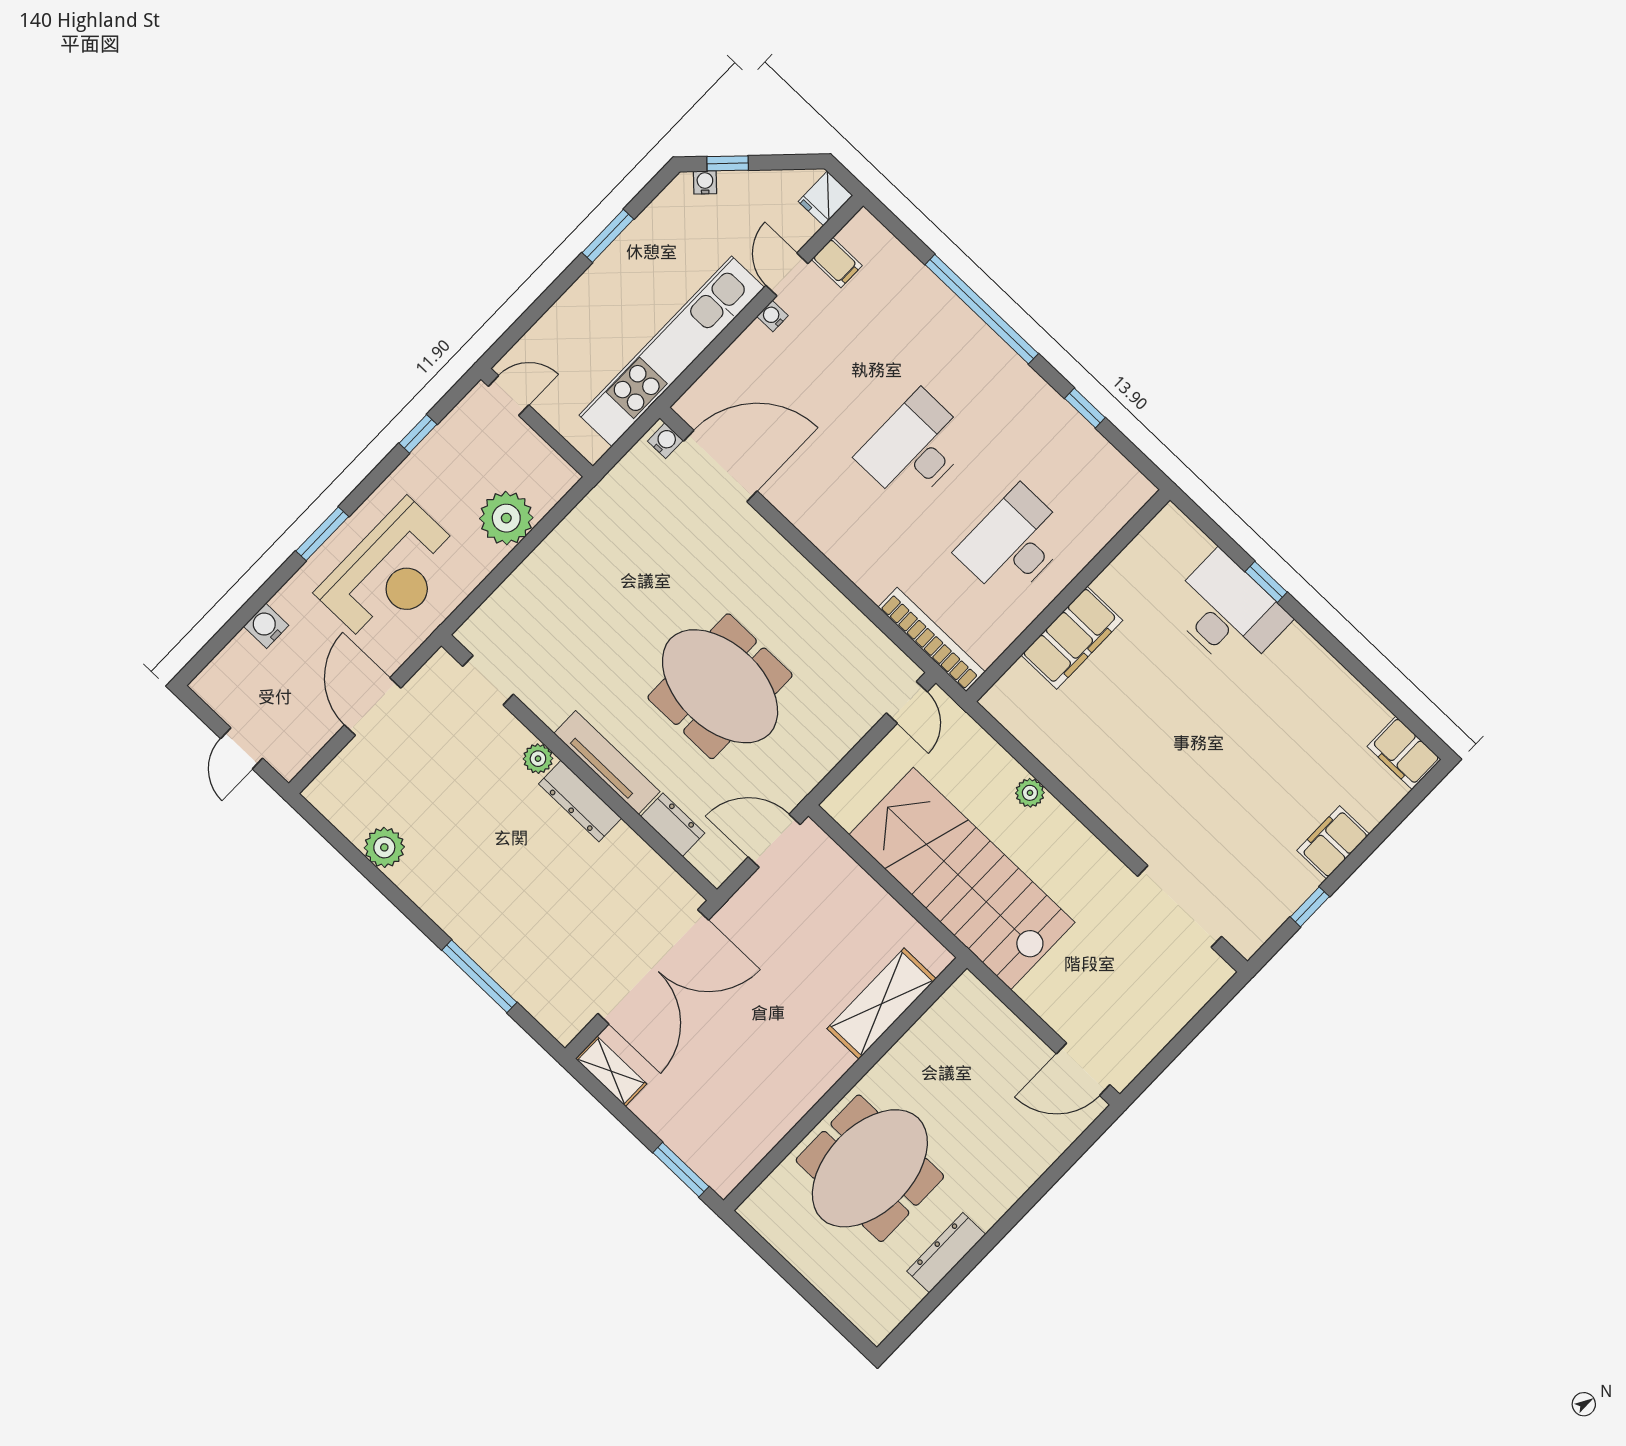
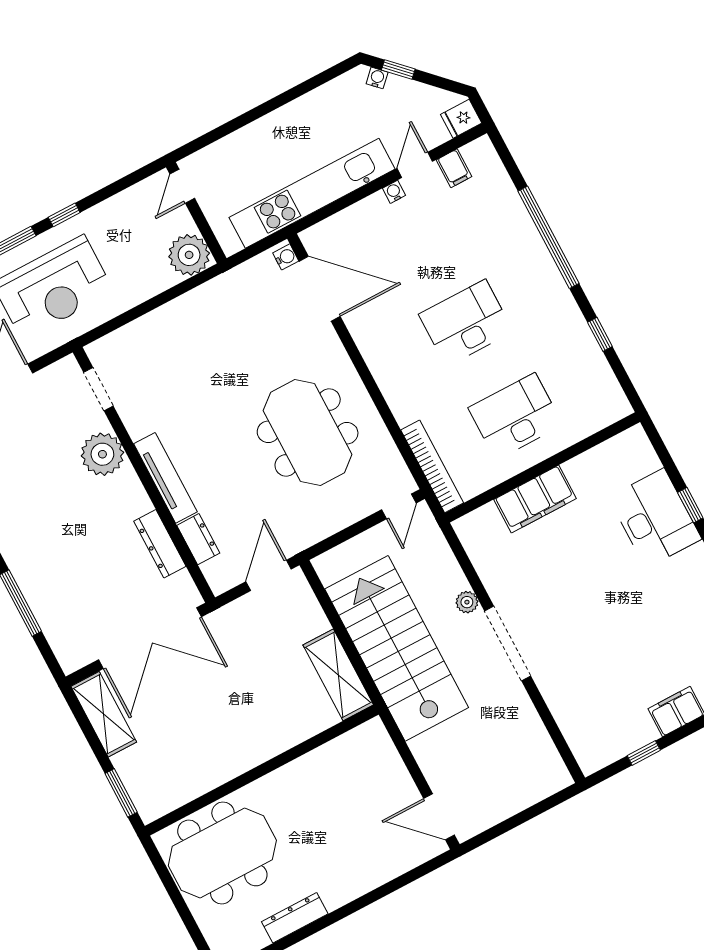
window: (608, 236) -> (293, 94), removed
door: (509, 396) -> (182, 186), swing flipped
window: (418, 434) -> (64, 215), moved
plant: (506, 518) -> (189, 255), moved
meeting table: (720, 686) -> (308, 432), moved
plant: (538, 759) -> (102, 454), width x1.88, depth x1.88
dresser: (580, 801) -> (160, 544), moved
door: (774, 841) -> (269, 575), hinge flipped
doorway: (1180, 906) -> (508, 643), moved
shelving: (882, 1004) -> (338, 675), moved, turned 90
shelving: (611, 1071) -> (104, 714), width x1.50, depth x1.33
meeting table: (870, 1168) -> (222, 853), moved

